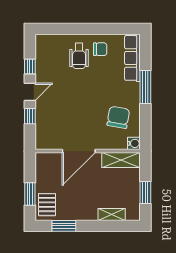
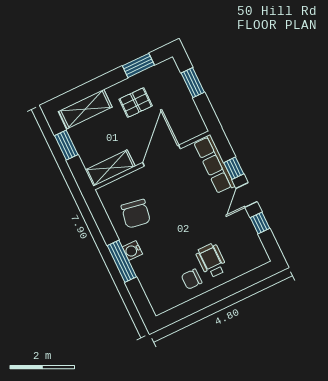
row of seats: (132, 58) -> (214, 164), moved, turned 180
water cooler: (134, 143) -> (132, 251), moved
pallet: (47, 205) -> (136, 103), moved, turned 90
shelving: (112, 214) -> (85, 109), width x1.50, depth x1.33

